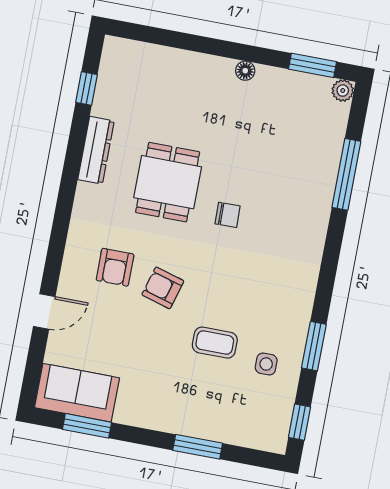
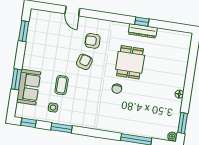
window: (86, 88) -> (142, 22), moved
dining table: (168, 182) -> (130, 62), turned 90
sofa: (77, 393) -> (29, 87), moved

